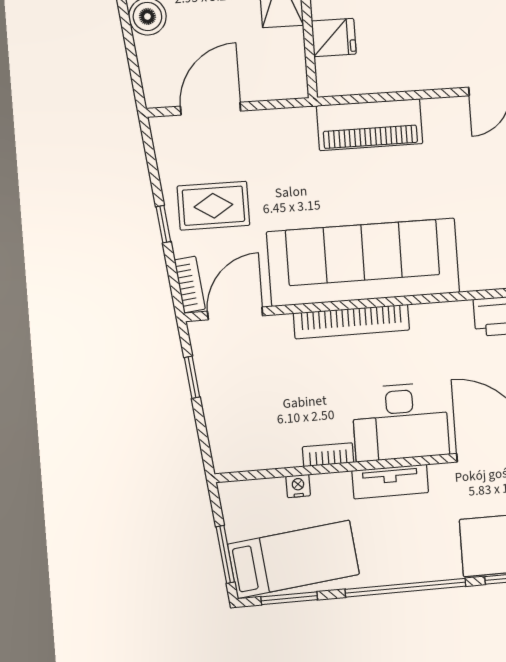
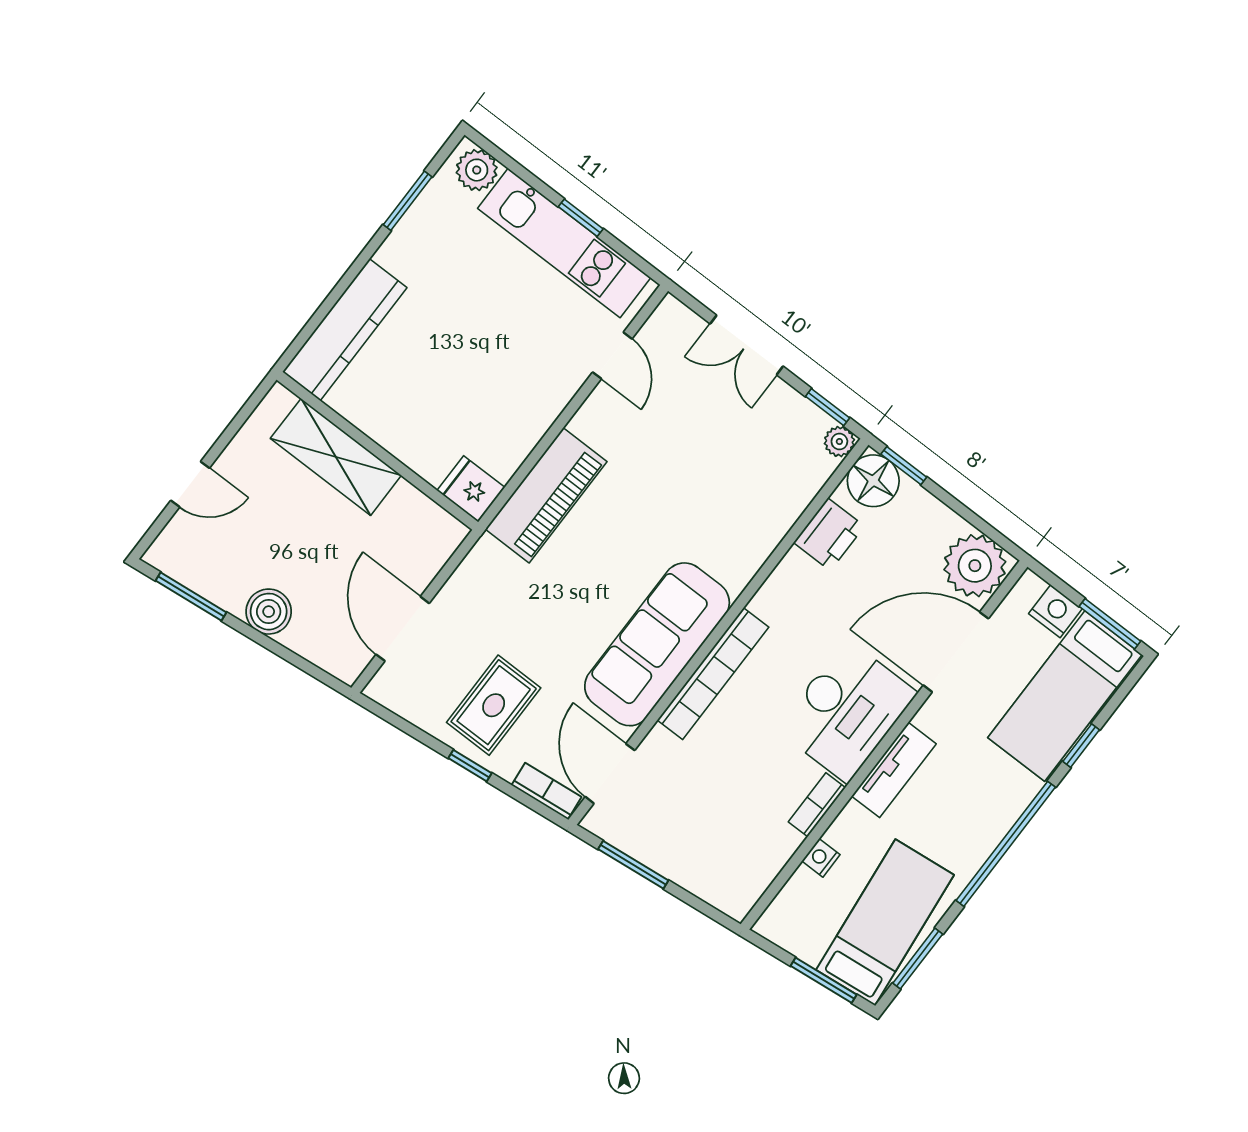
fridge: (334, 37) -> (471, 489), moved, turned -90
sofa: (363, 262) -> (657, 644), width x0.74, depth x0.79
window: (192, 377) -> (633, 865), width x1.50

